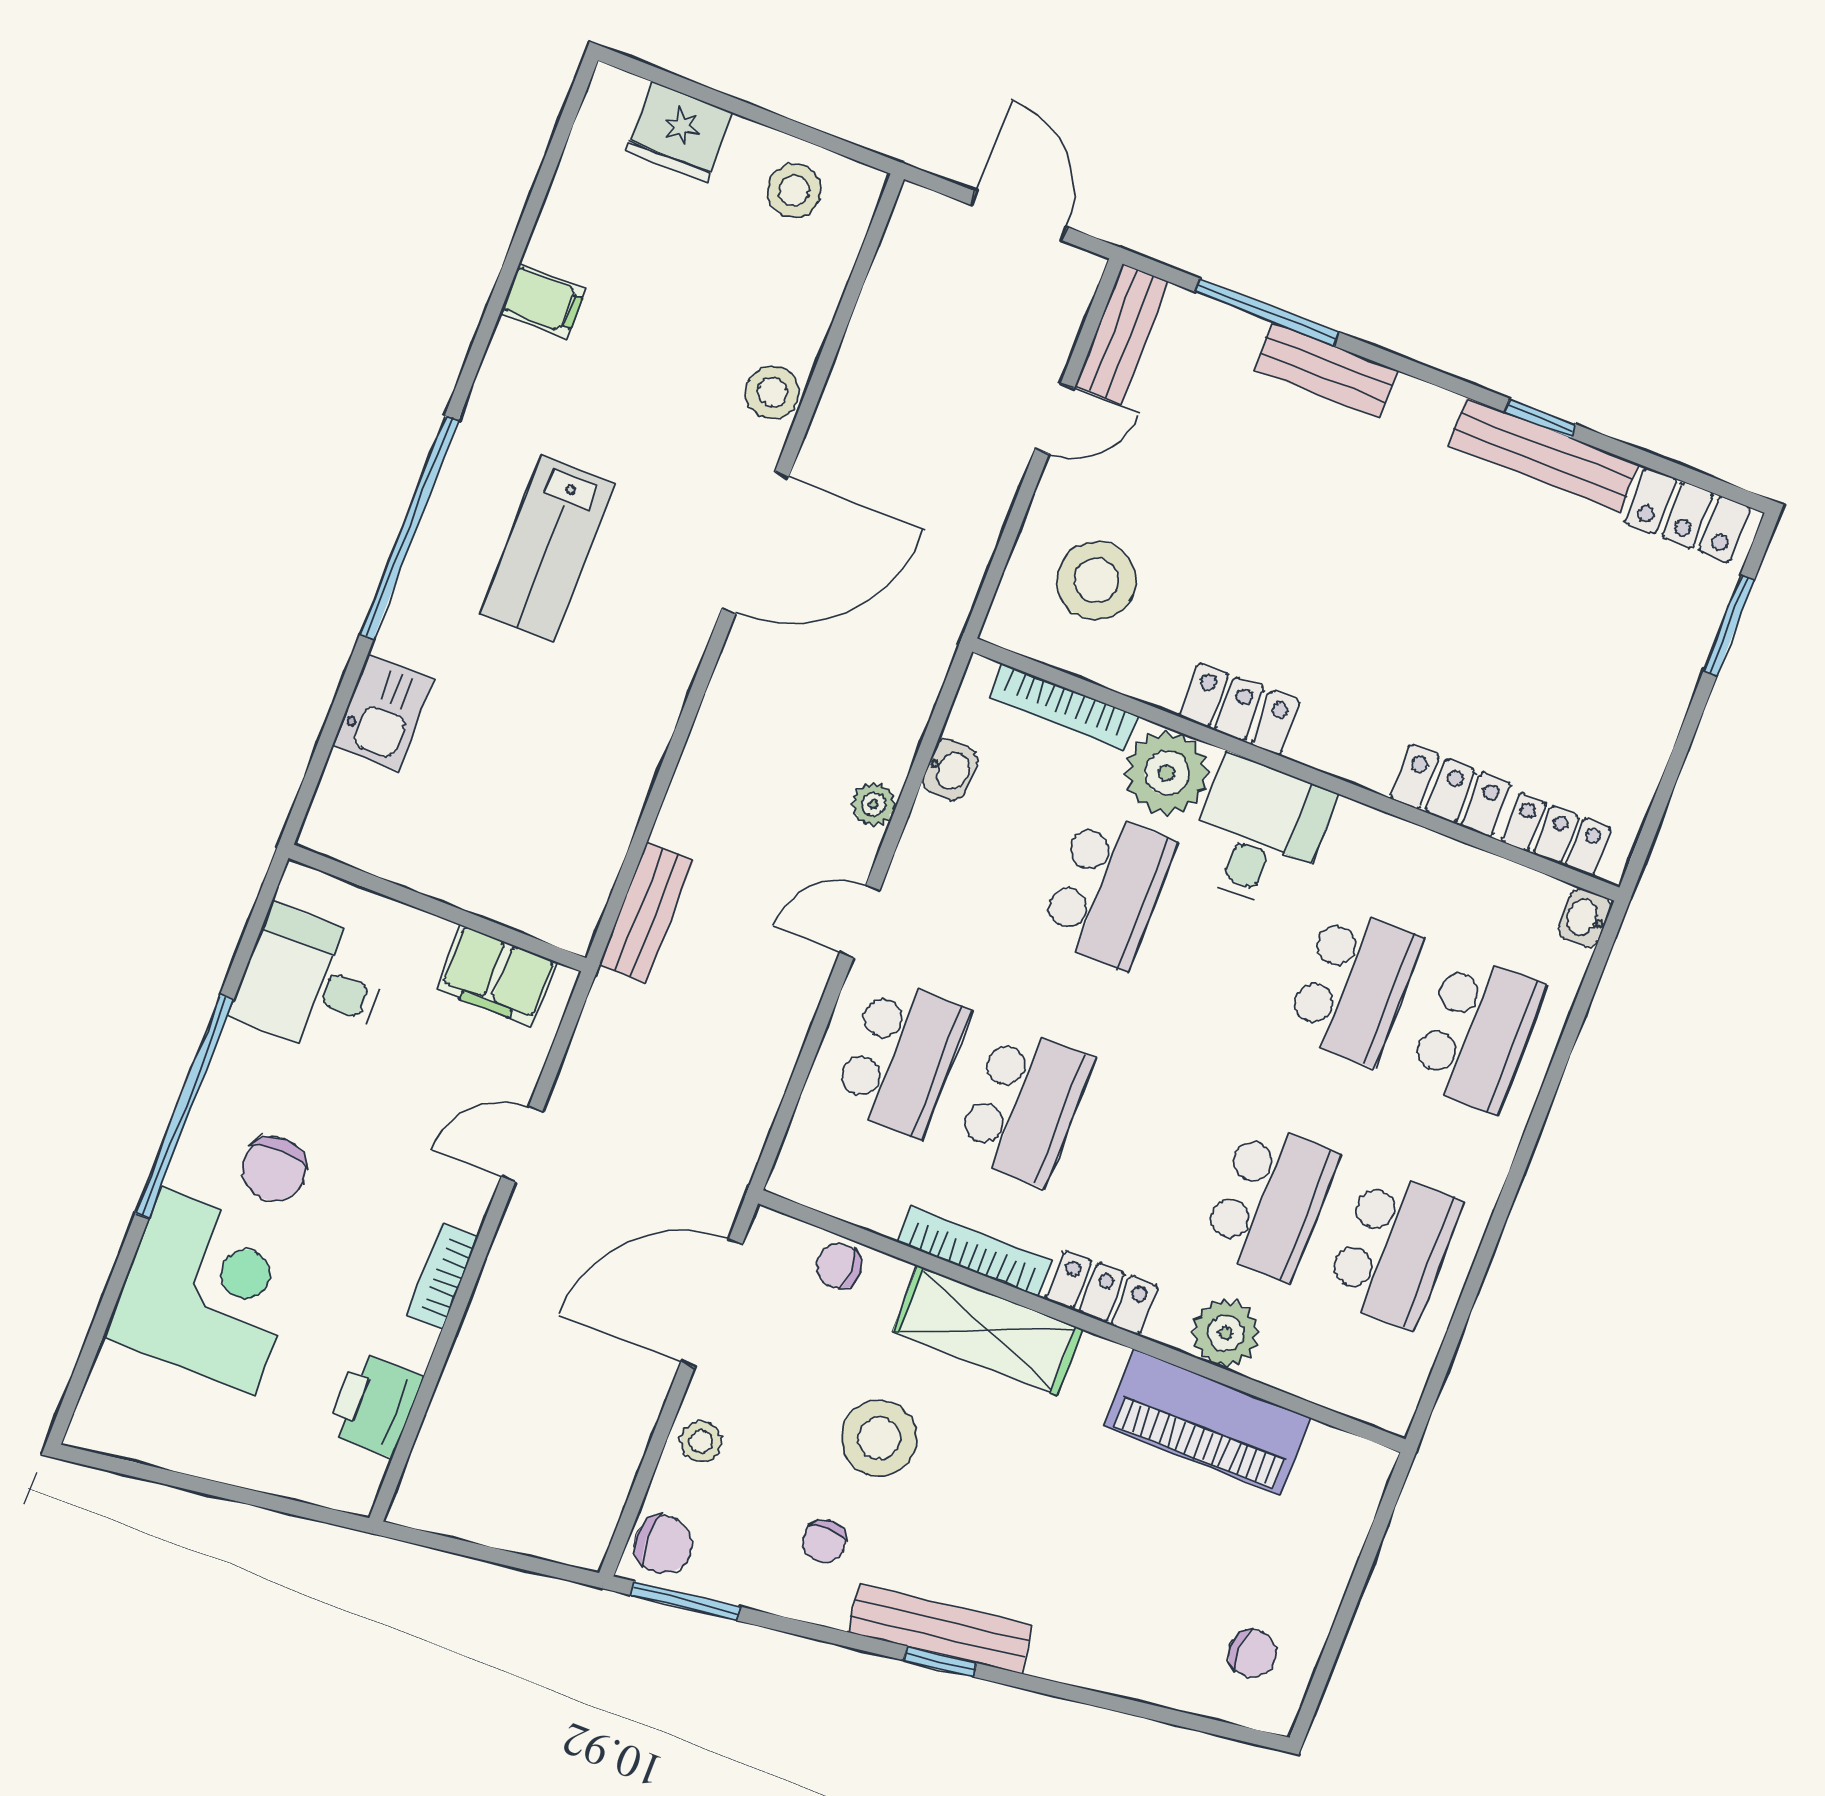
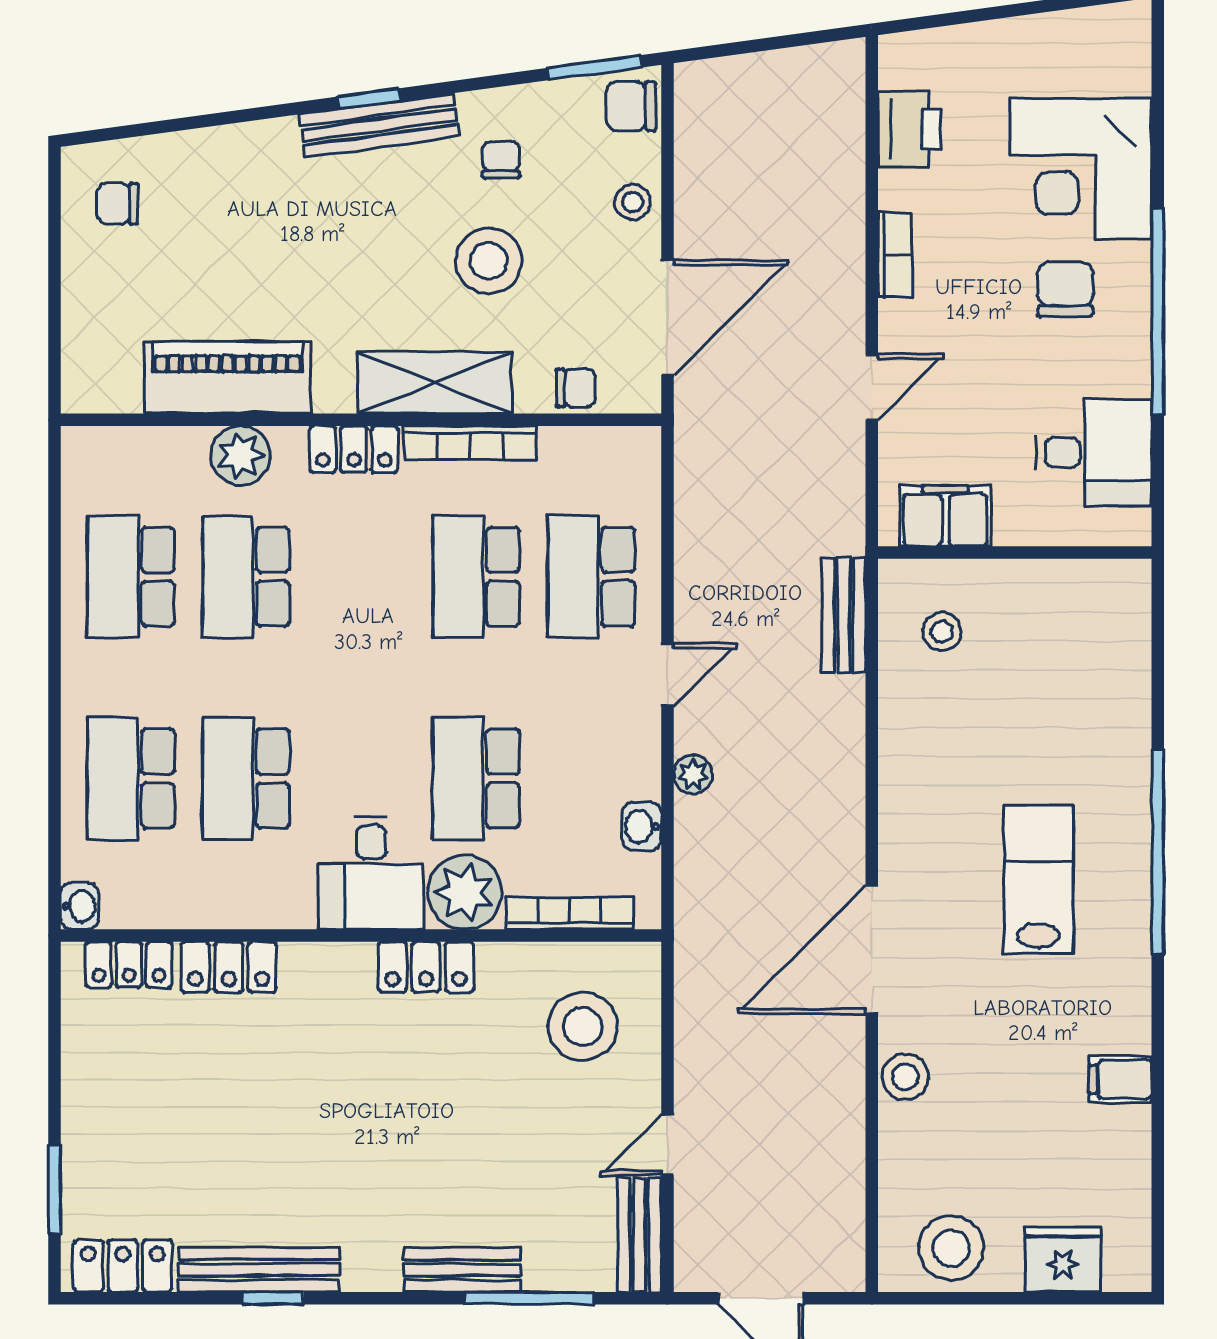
stool: (794, 190) -> (951, 1248), width x1.38, depth x1.38
kitchen sink: (383, 712) -> (1121, 694), removed
stool: (548, 854) -> (942, 632), added

